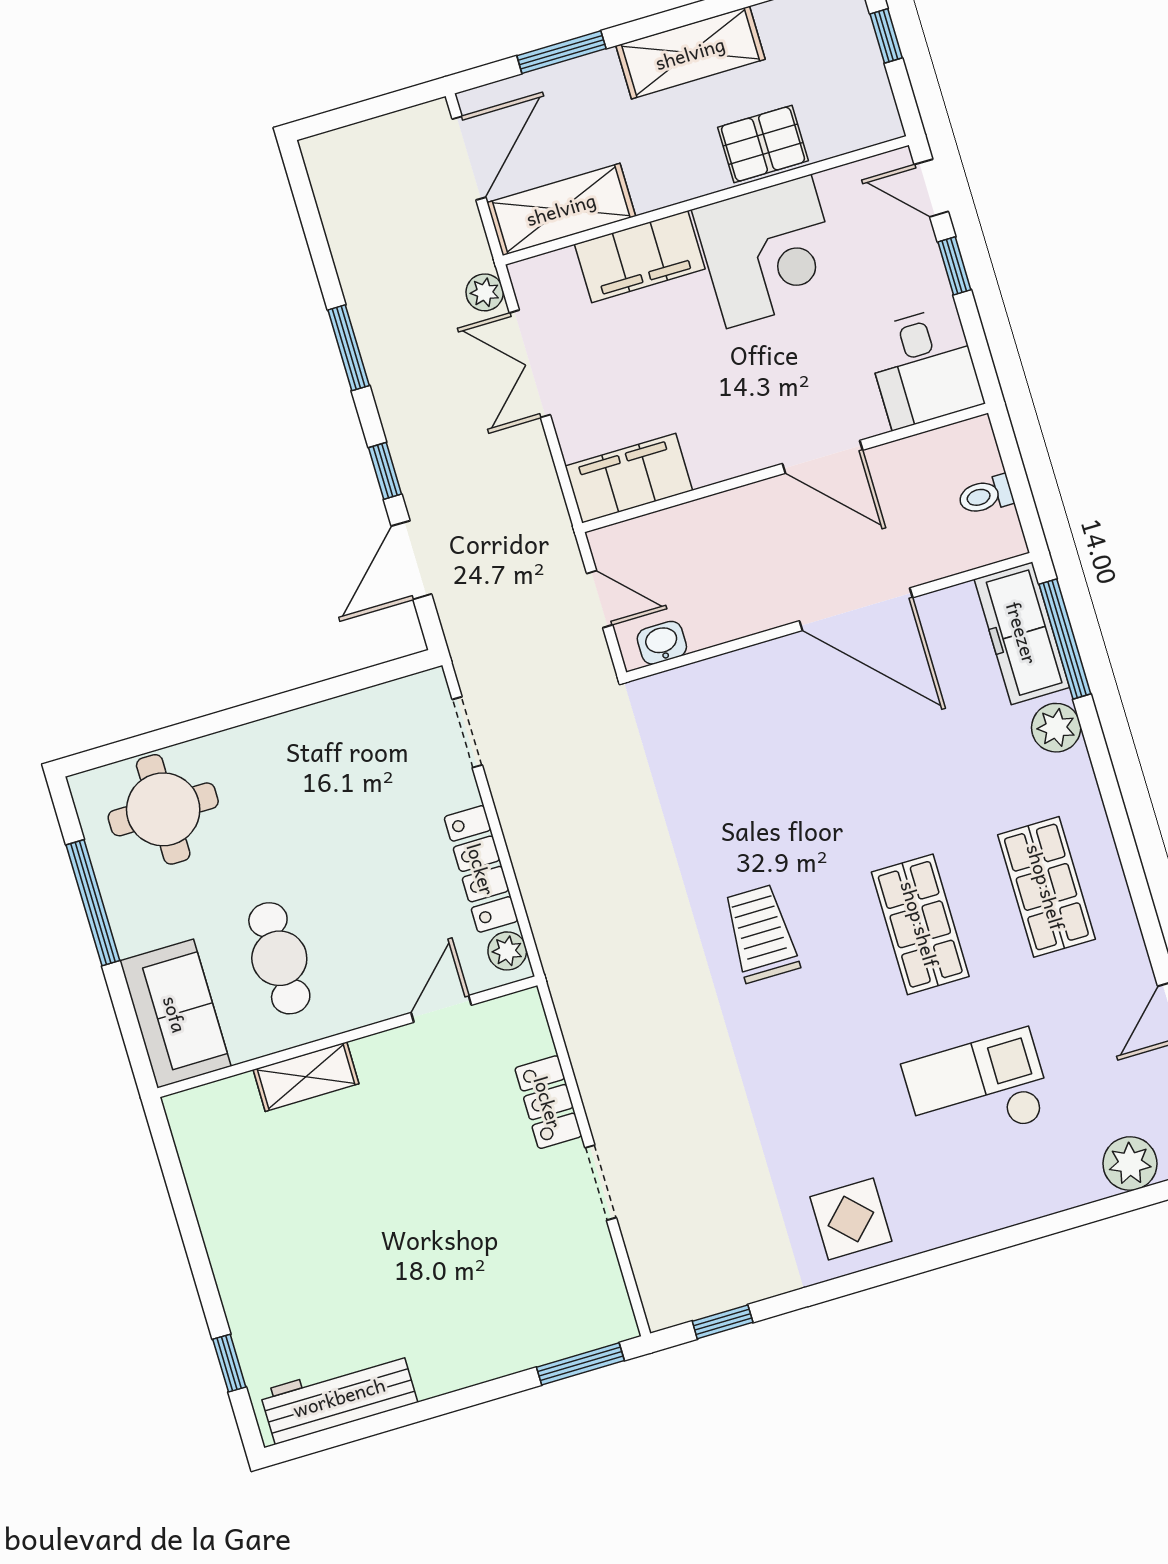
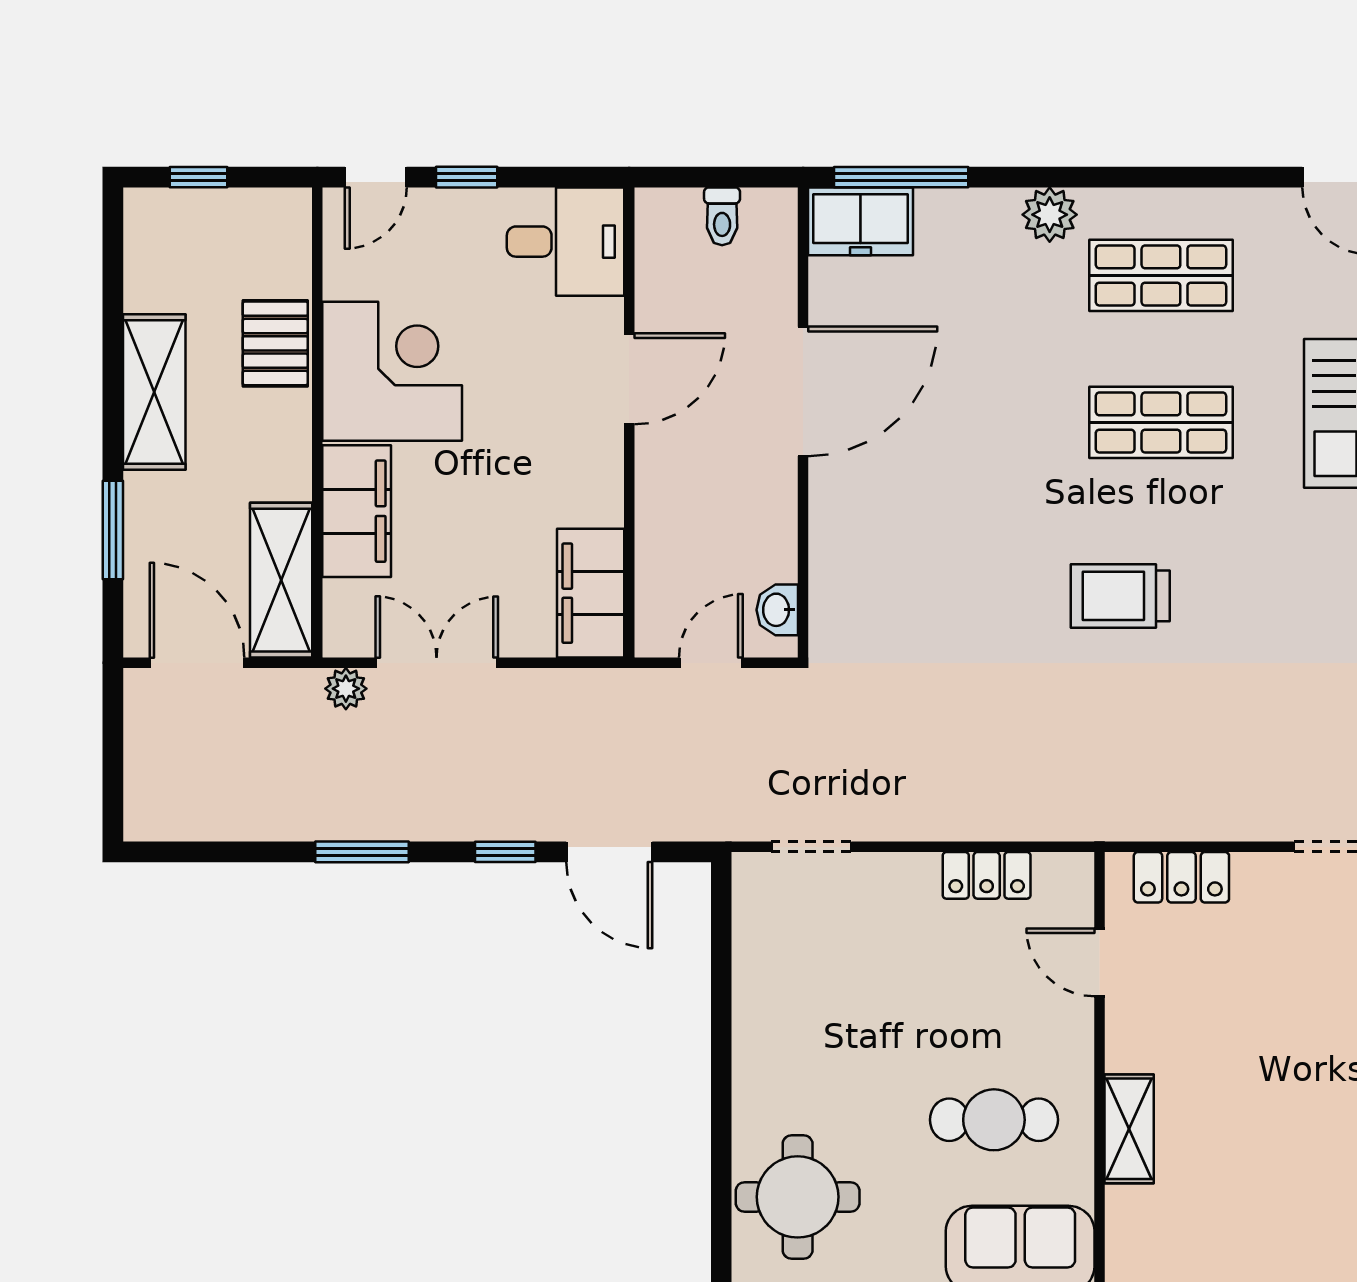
double door: (530, 364) -> (437, 663), swing flipped
freezer: (1022, 633) -> (861, 221), width x0.71
plant: (1056, 728) -> (1050, 215), moved
locker: (481, 869) -> (987, 875), width x0.66
plant: (507, 951) -> (1058, 873), removed
locker: (548, 1102) -> (1181, 877), moved

